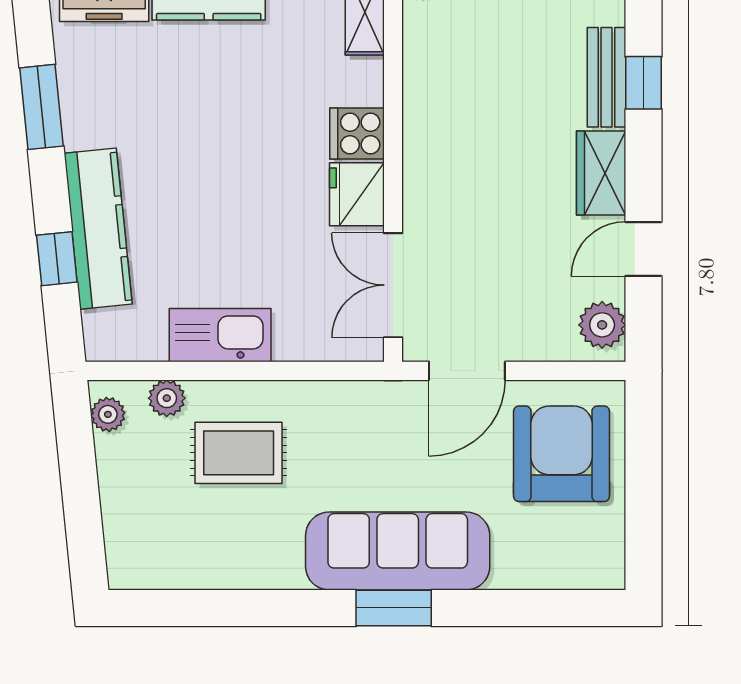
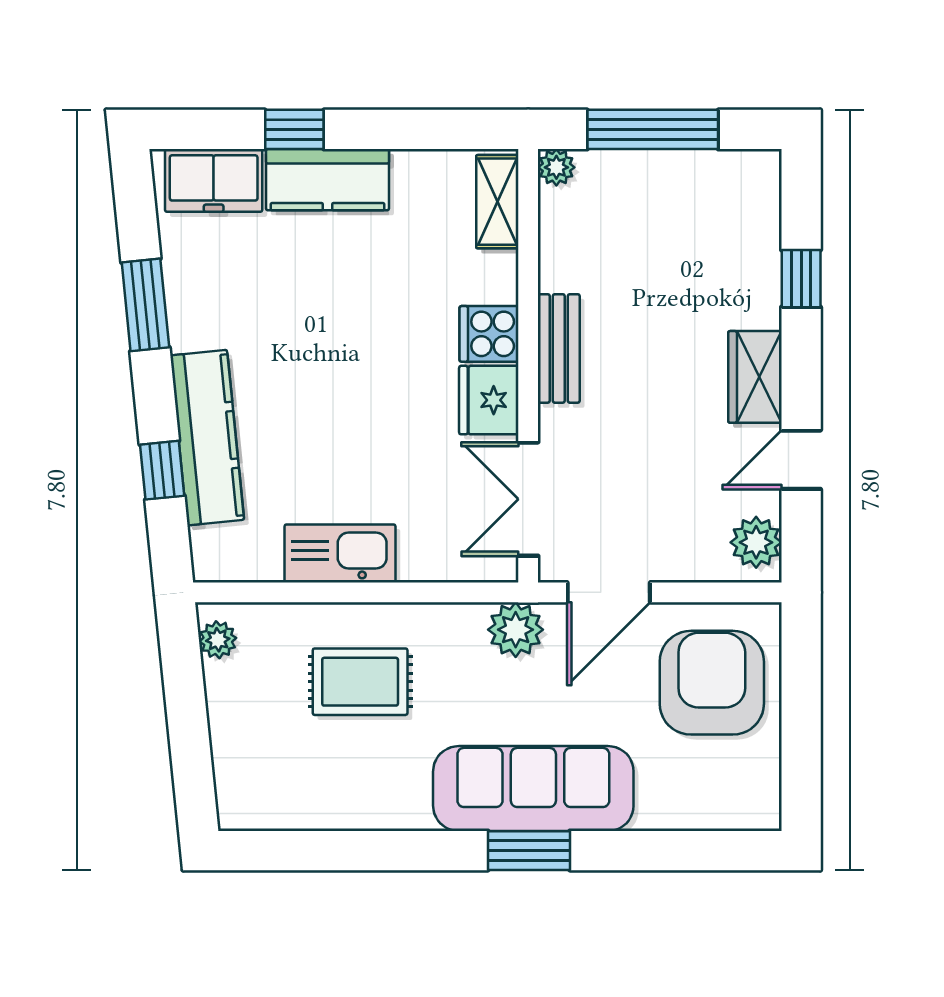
bench: (607, 77) -> (559, 348), moved
plant: (167, 398) -> (516, 630), moved, width x1.38, depth x1.38

